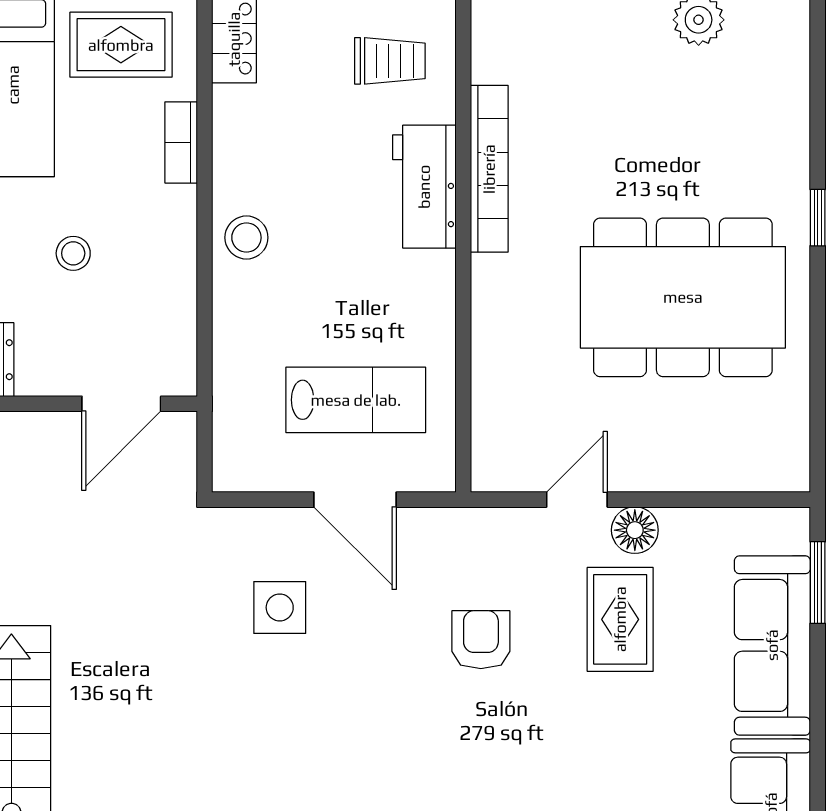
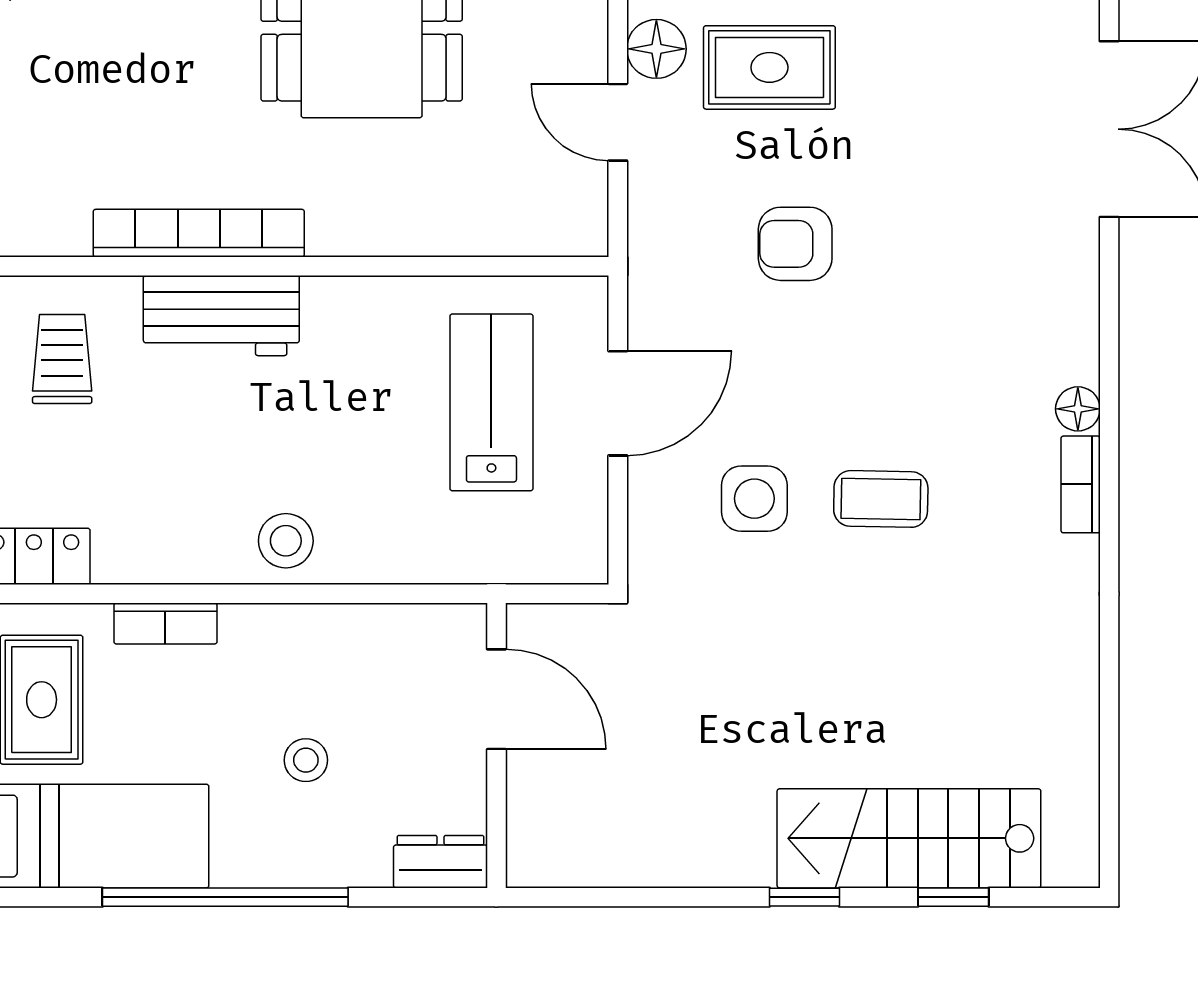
coffee table: (279, 707) -> (881, 499), added

